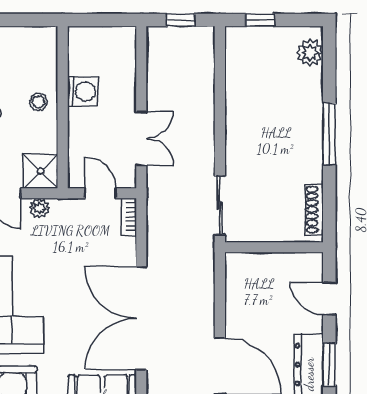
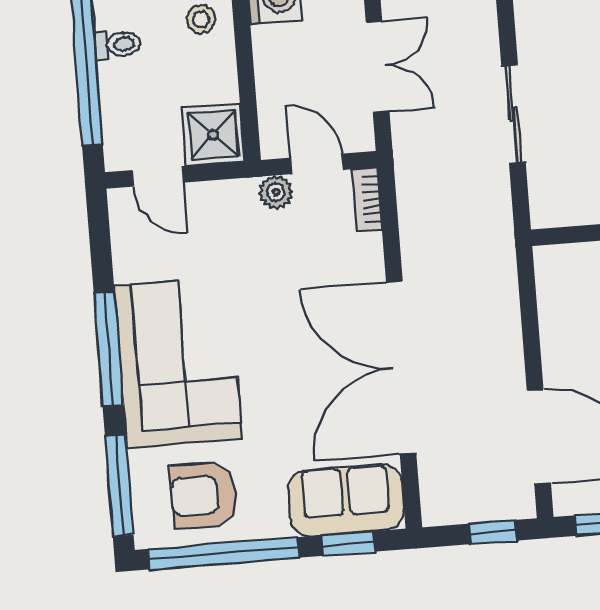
sliding door: (220, 205) -> (513, 114), moved
plant: (39, 208) -> (276, 192), moved

